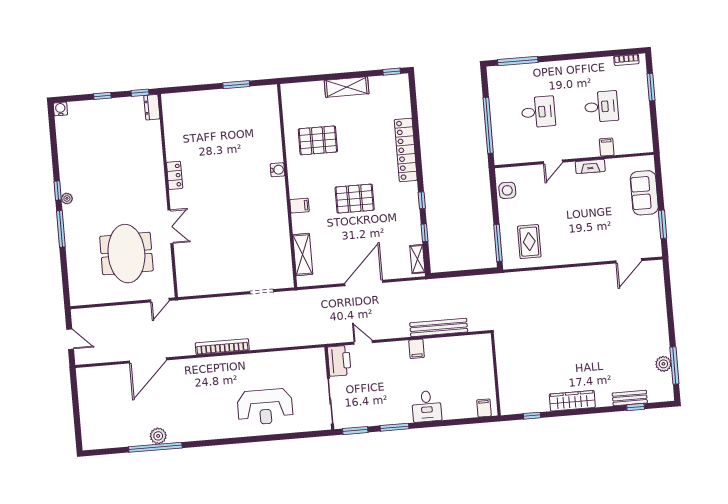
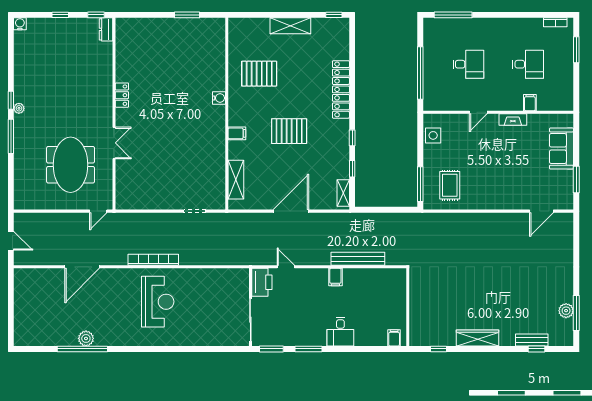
reception desk: (265, 407) -> (158, 302), moved, turned -90

